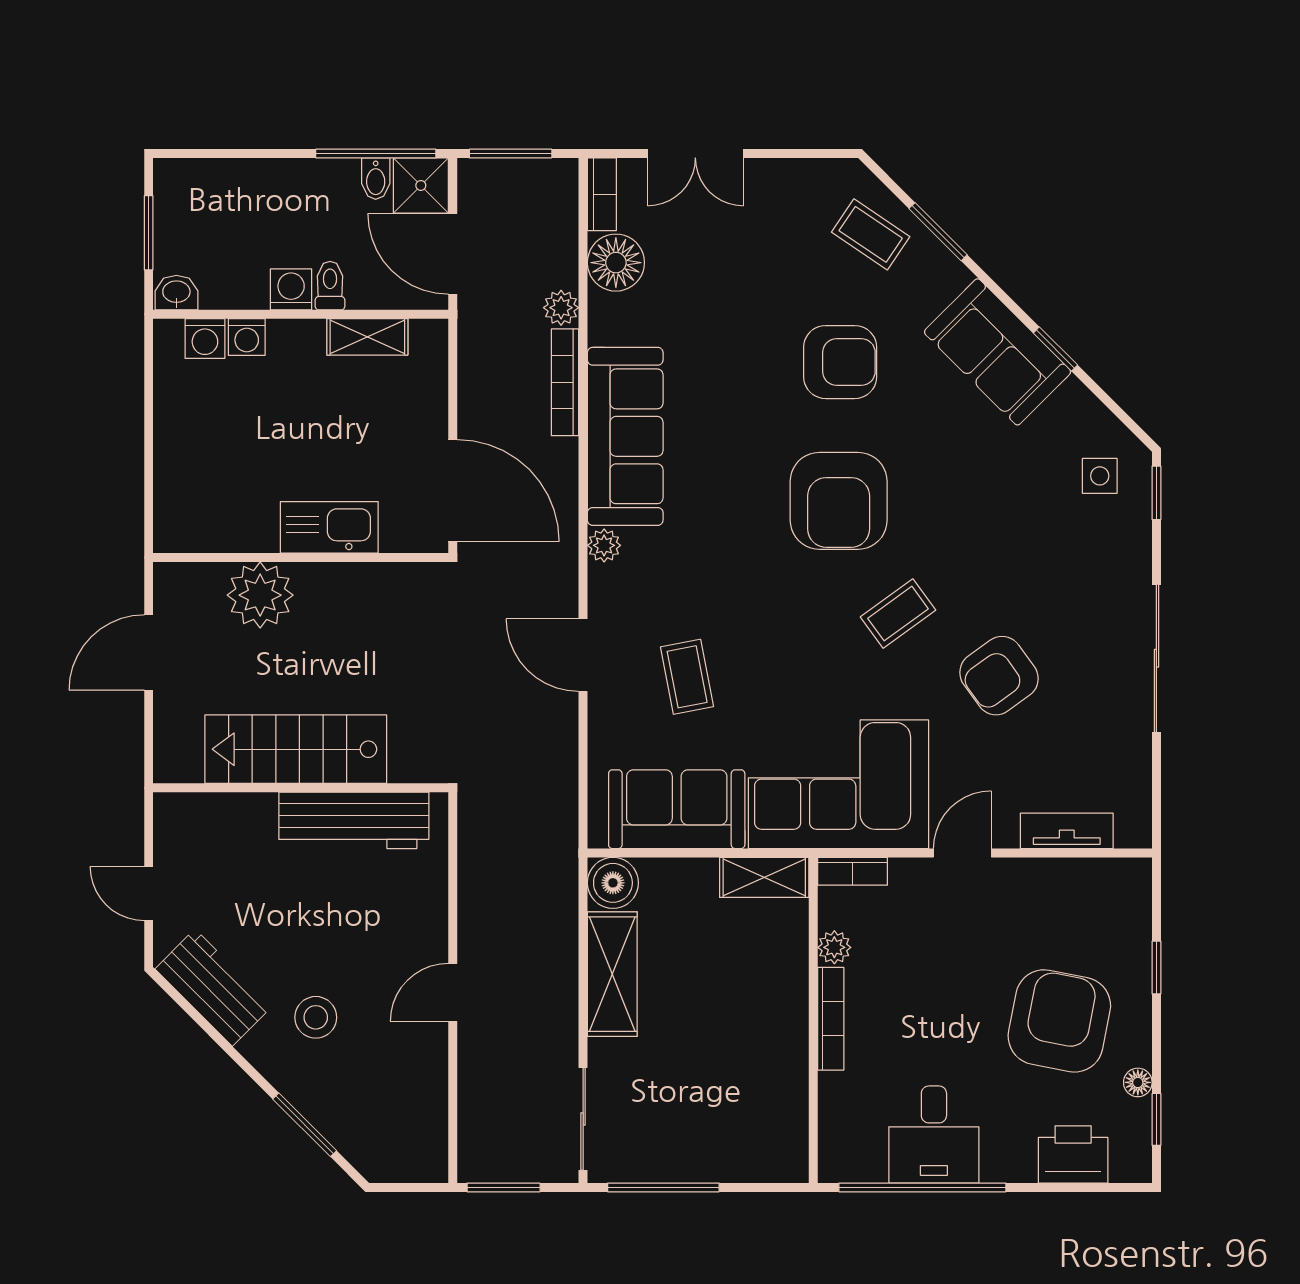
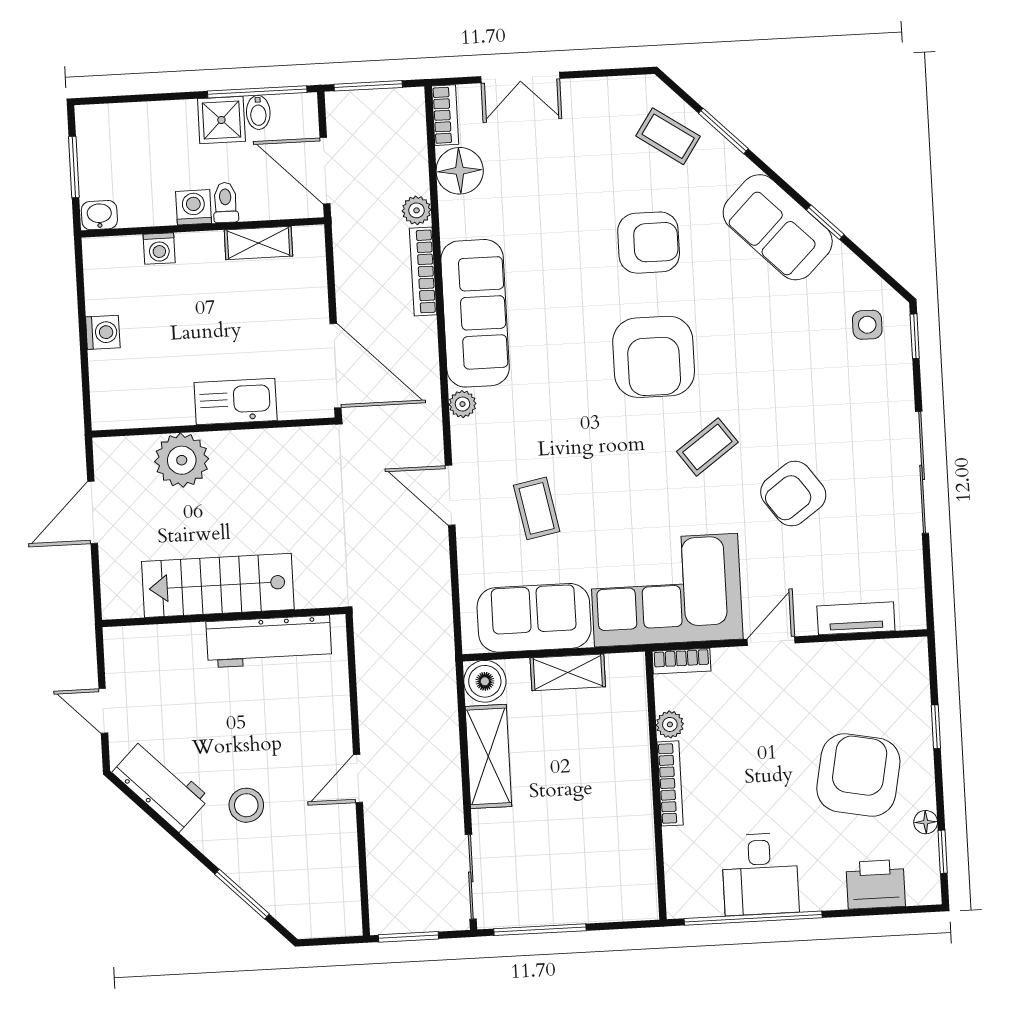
shower: (421, 185) -> (221, 120), moved
washing machine: (205, 339) -> (103, 332), moved, turned -90
shelving: (764, 877) -> (568, 672), moved

